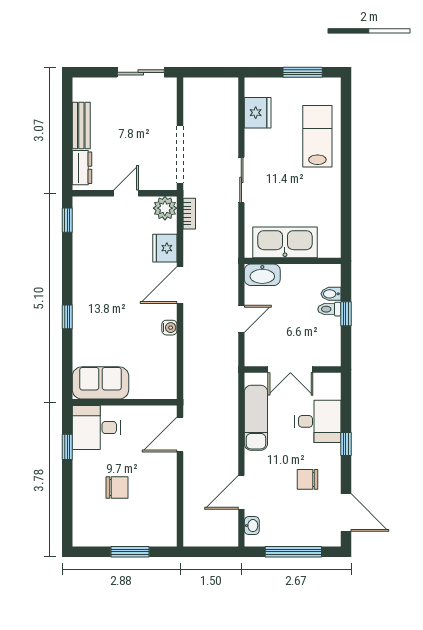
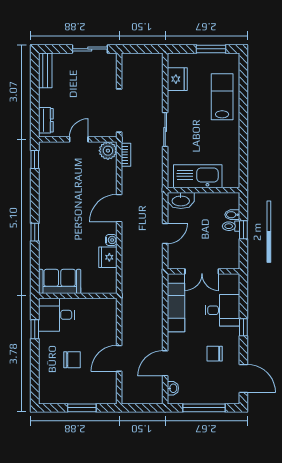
bench: (81, 125) -> (45, 70), moved
fridge: (165, 248) -> (108, 257), moved
door: (180, 435) -> (119, 358), moved

